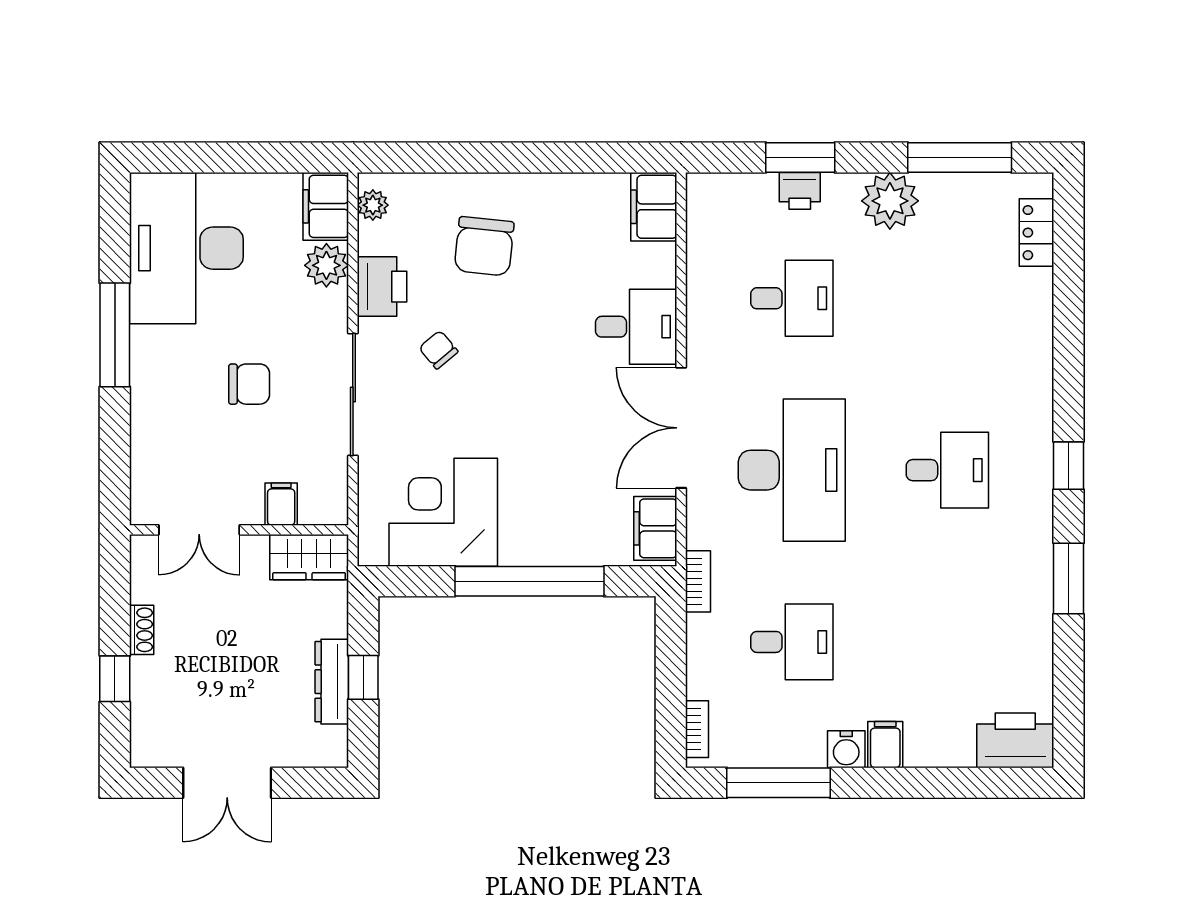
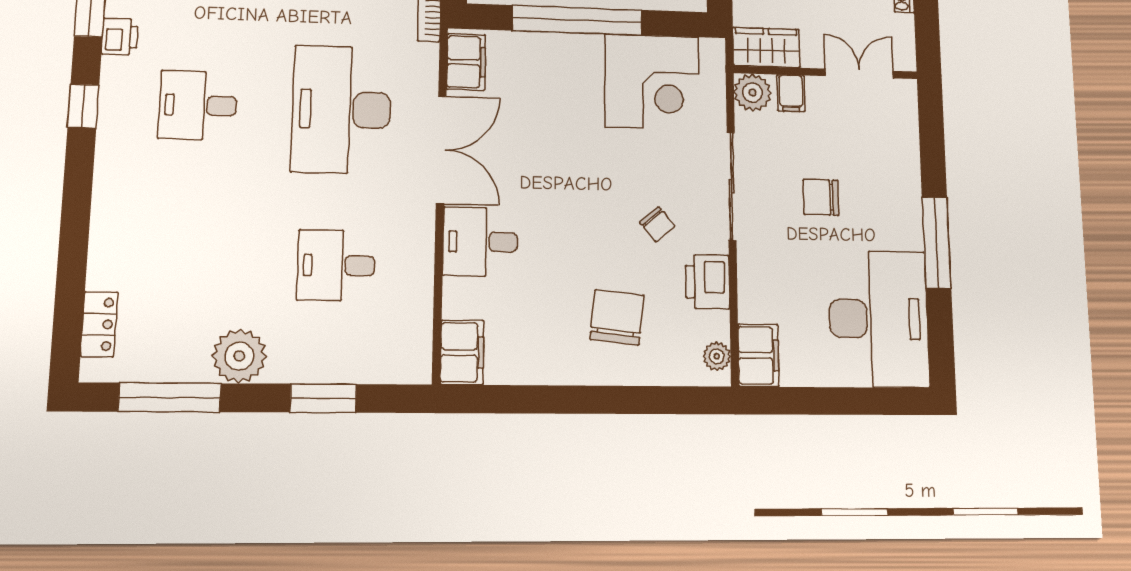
printer: (800, 191) -> (120, 37), moved, turned 90
plant: (326, 265) -> (752, 92), moved

